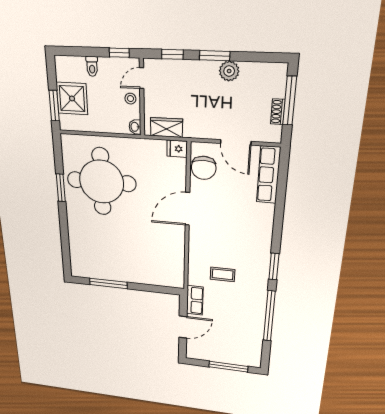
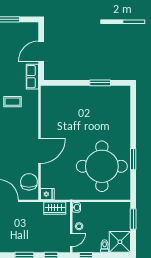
plant: (229, 71) -> (15, 246), removed
shower: (72, 98) -> (120, 242), moved
window: (108, 283) -> (100, 83), width x0.69

